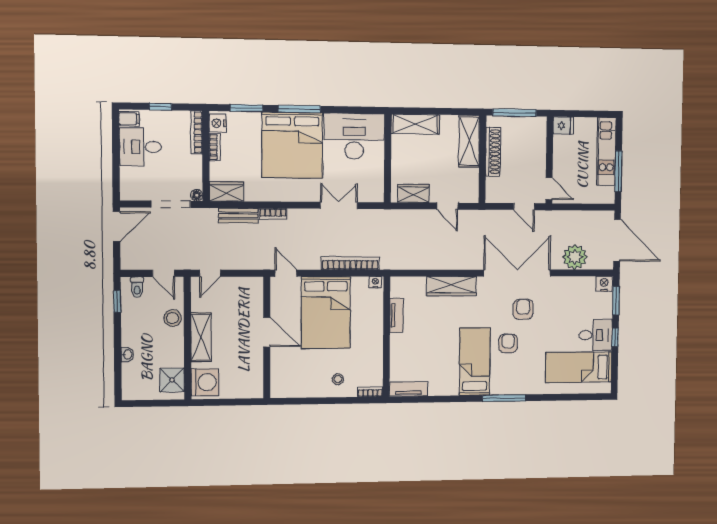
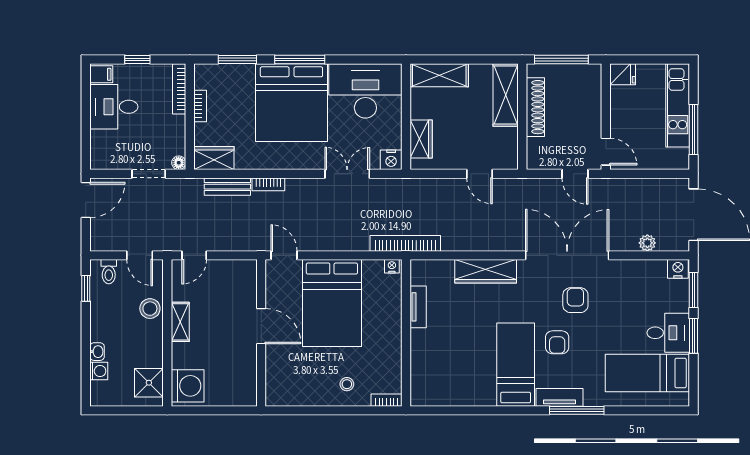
nightstand: (218, 123) -> (391, 160), moved, turned -90
wardrobe: (413, 193) -> (421, 139), moved, turned 90
doorway: (171, 204) -> (149, 174), width x0.73
plant: (575, 257) -> (647, 243), width x0.53, depth x0.53
bookcase: (350, 263) -> (405, 243), moved
shelving: (201, 337) -> (180, 322), width x0.67, depth x0.75
window: (615, 337) -> (694, 336), width x1.50
armchair: (508, 343) -> (557, 342), turned 180
washing machine: (129, 371) -> (99, 371), added
tv unit: (408, 389) -> (559, 397), moved
window: (504, 398) -> (577, 410), moved

